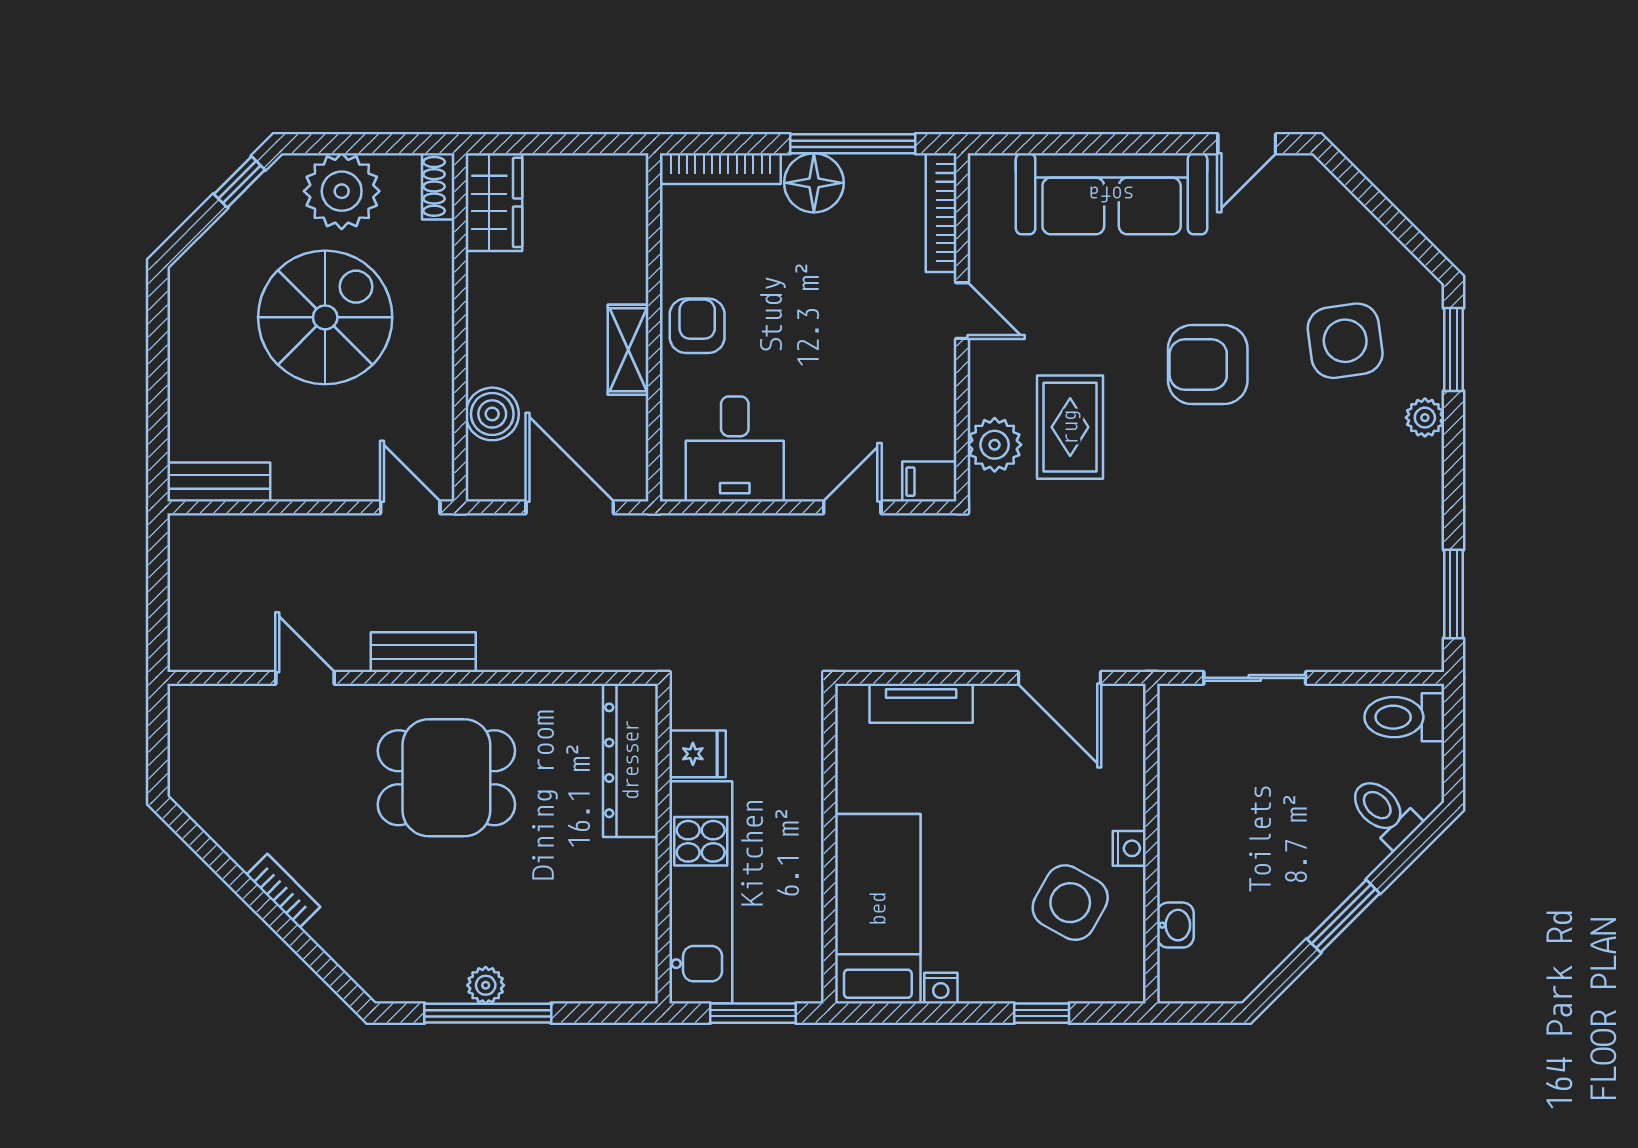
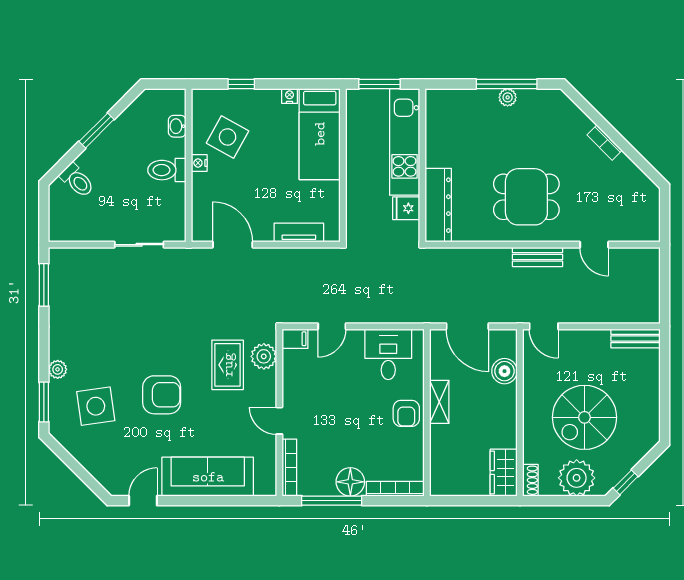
toilet: (1404, 717) -> (167, 170), moved, turned 180

